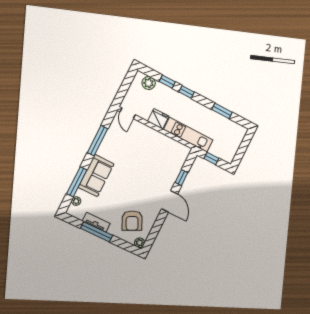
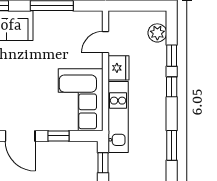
door: (128, 113) -> (105, 42), moved
corner sofa: (166, 153) -> (81, 100), added
door: (170, 201) -> (20, 136), hinge flipped

